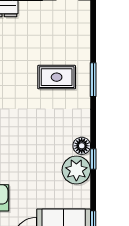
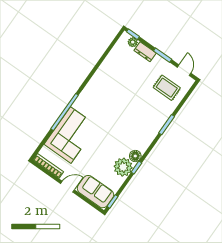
rug: (57, 77) -> (167, 88), moved

